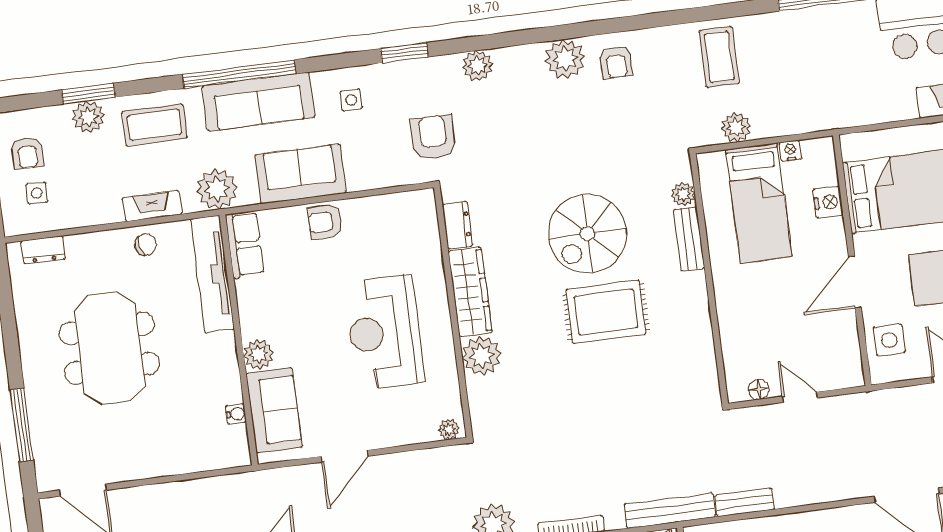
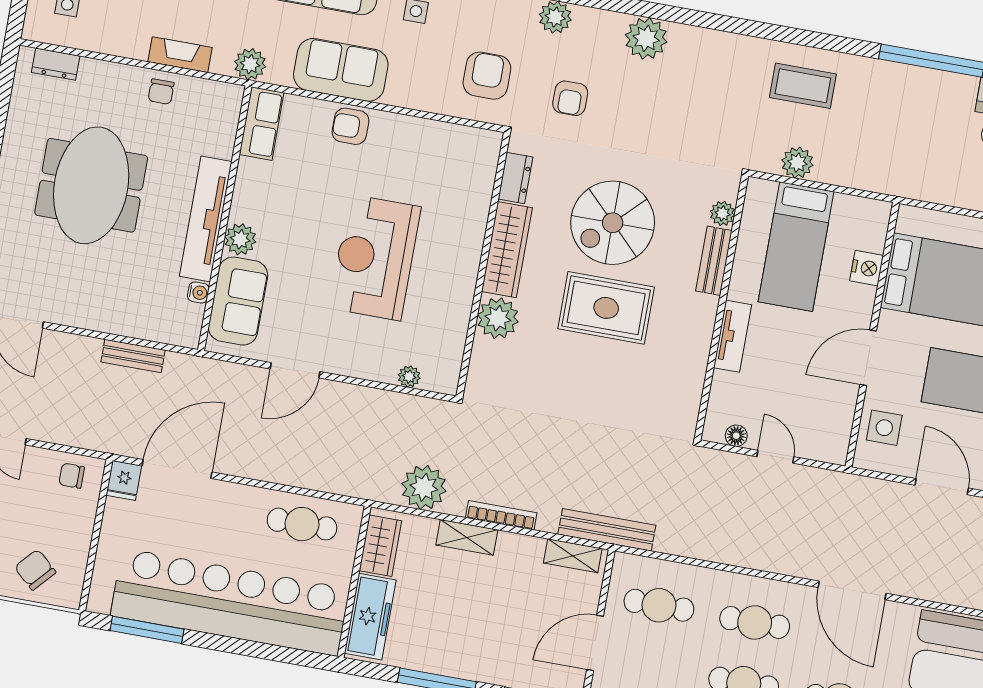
coffee table: (719, 57) -> (803, 86), turned 90
armchair: (616, 62) -> (570, 98), moved
nightstand: (790, 151) -> (845, 204), removed
plant: (217, 189) -> (250, 64), width x0.73, depth x0.73
dresser: (457, 225) -> (515, 178), moved
chair: (146, 245) -> (161, 92), turned 101
tv unit: (212, 274) -> (206, 219), moved
wardrobe: (470, 292) -> (507, 250), moved
tv unit: (727, 301) -> (733, 336), added
wall: (453, 312) -> (483, 265), moved
plant: (482, 356) -> (498, 318), moved
bench: (745, 502) -> (133, 356), moved

